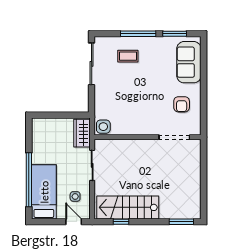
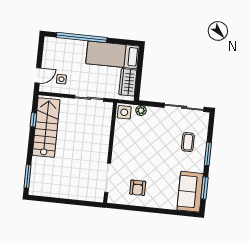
window: (138, 34) -> (208, 154), width x0.69
sofa: (189, 62) -> (190, 192), moved, turned -90
armchair: (182, 104) -> (138, 188), turned -90
plant: (100, 109) -> (141, 110), added
wardrobe: (82, 133) -> (128, 82), moved, turned -90
bed: (44, 192) -> (113, 55), moved, turned 180

